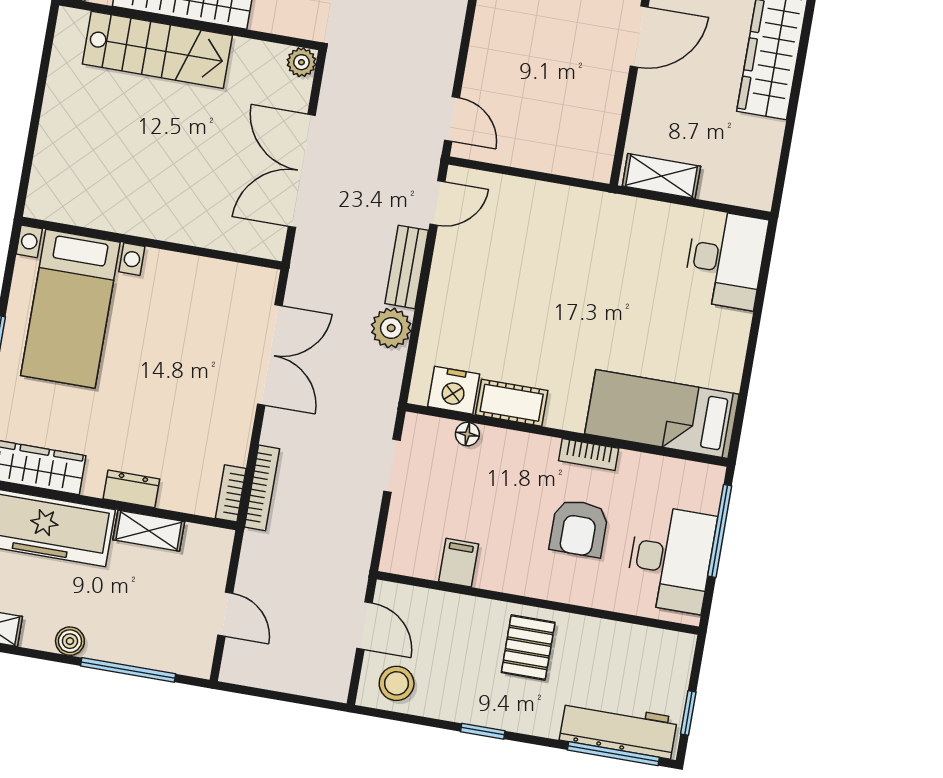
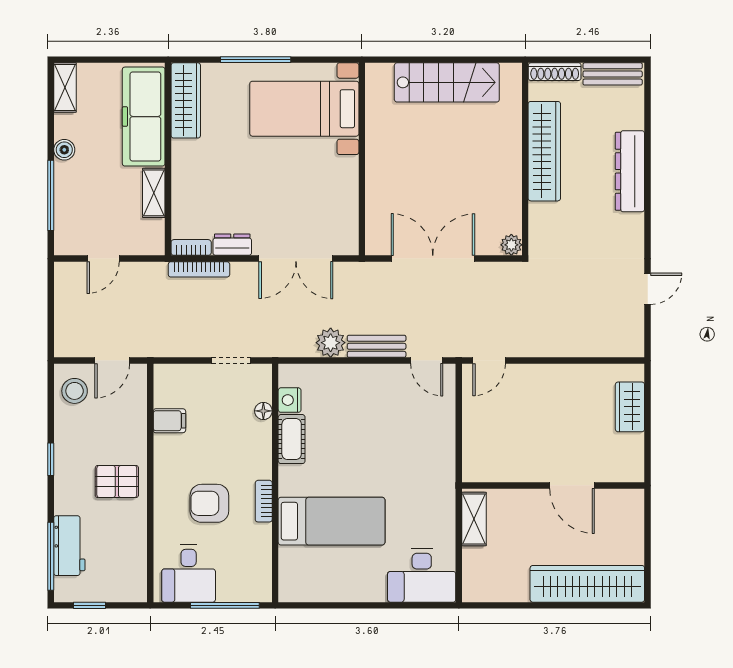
stairs: (157, 50) -> (447, 82), moved, turned -90
nightstand: (454, 390) -> (290, 400), width x0.74, depth x0.75
bed: (662, 414) -> (332, 521), moved, turned 90
dresser: (131, 489) -> (232, 245), moved, turned -90
desk: (671, 559) -> (189, 573), width x0.73
workbench: (618, 729) -> (69, 546), width x0.73

